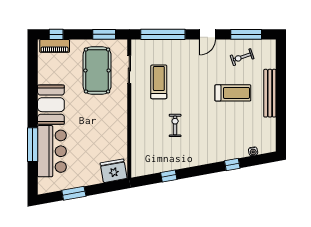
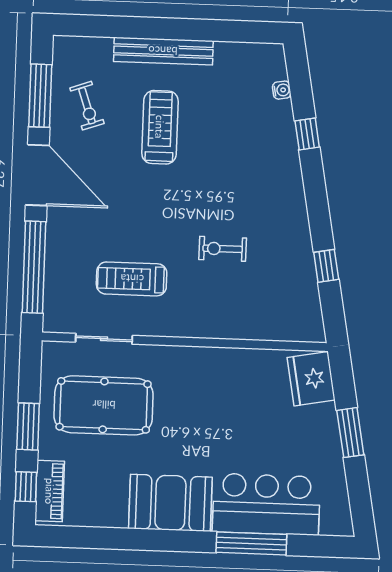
window: (104, 34) -> (28, 427), moved
door: (208, 34) -> (37, 175), width x1.87
window: (74, 193) -> (350, 433), moved

